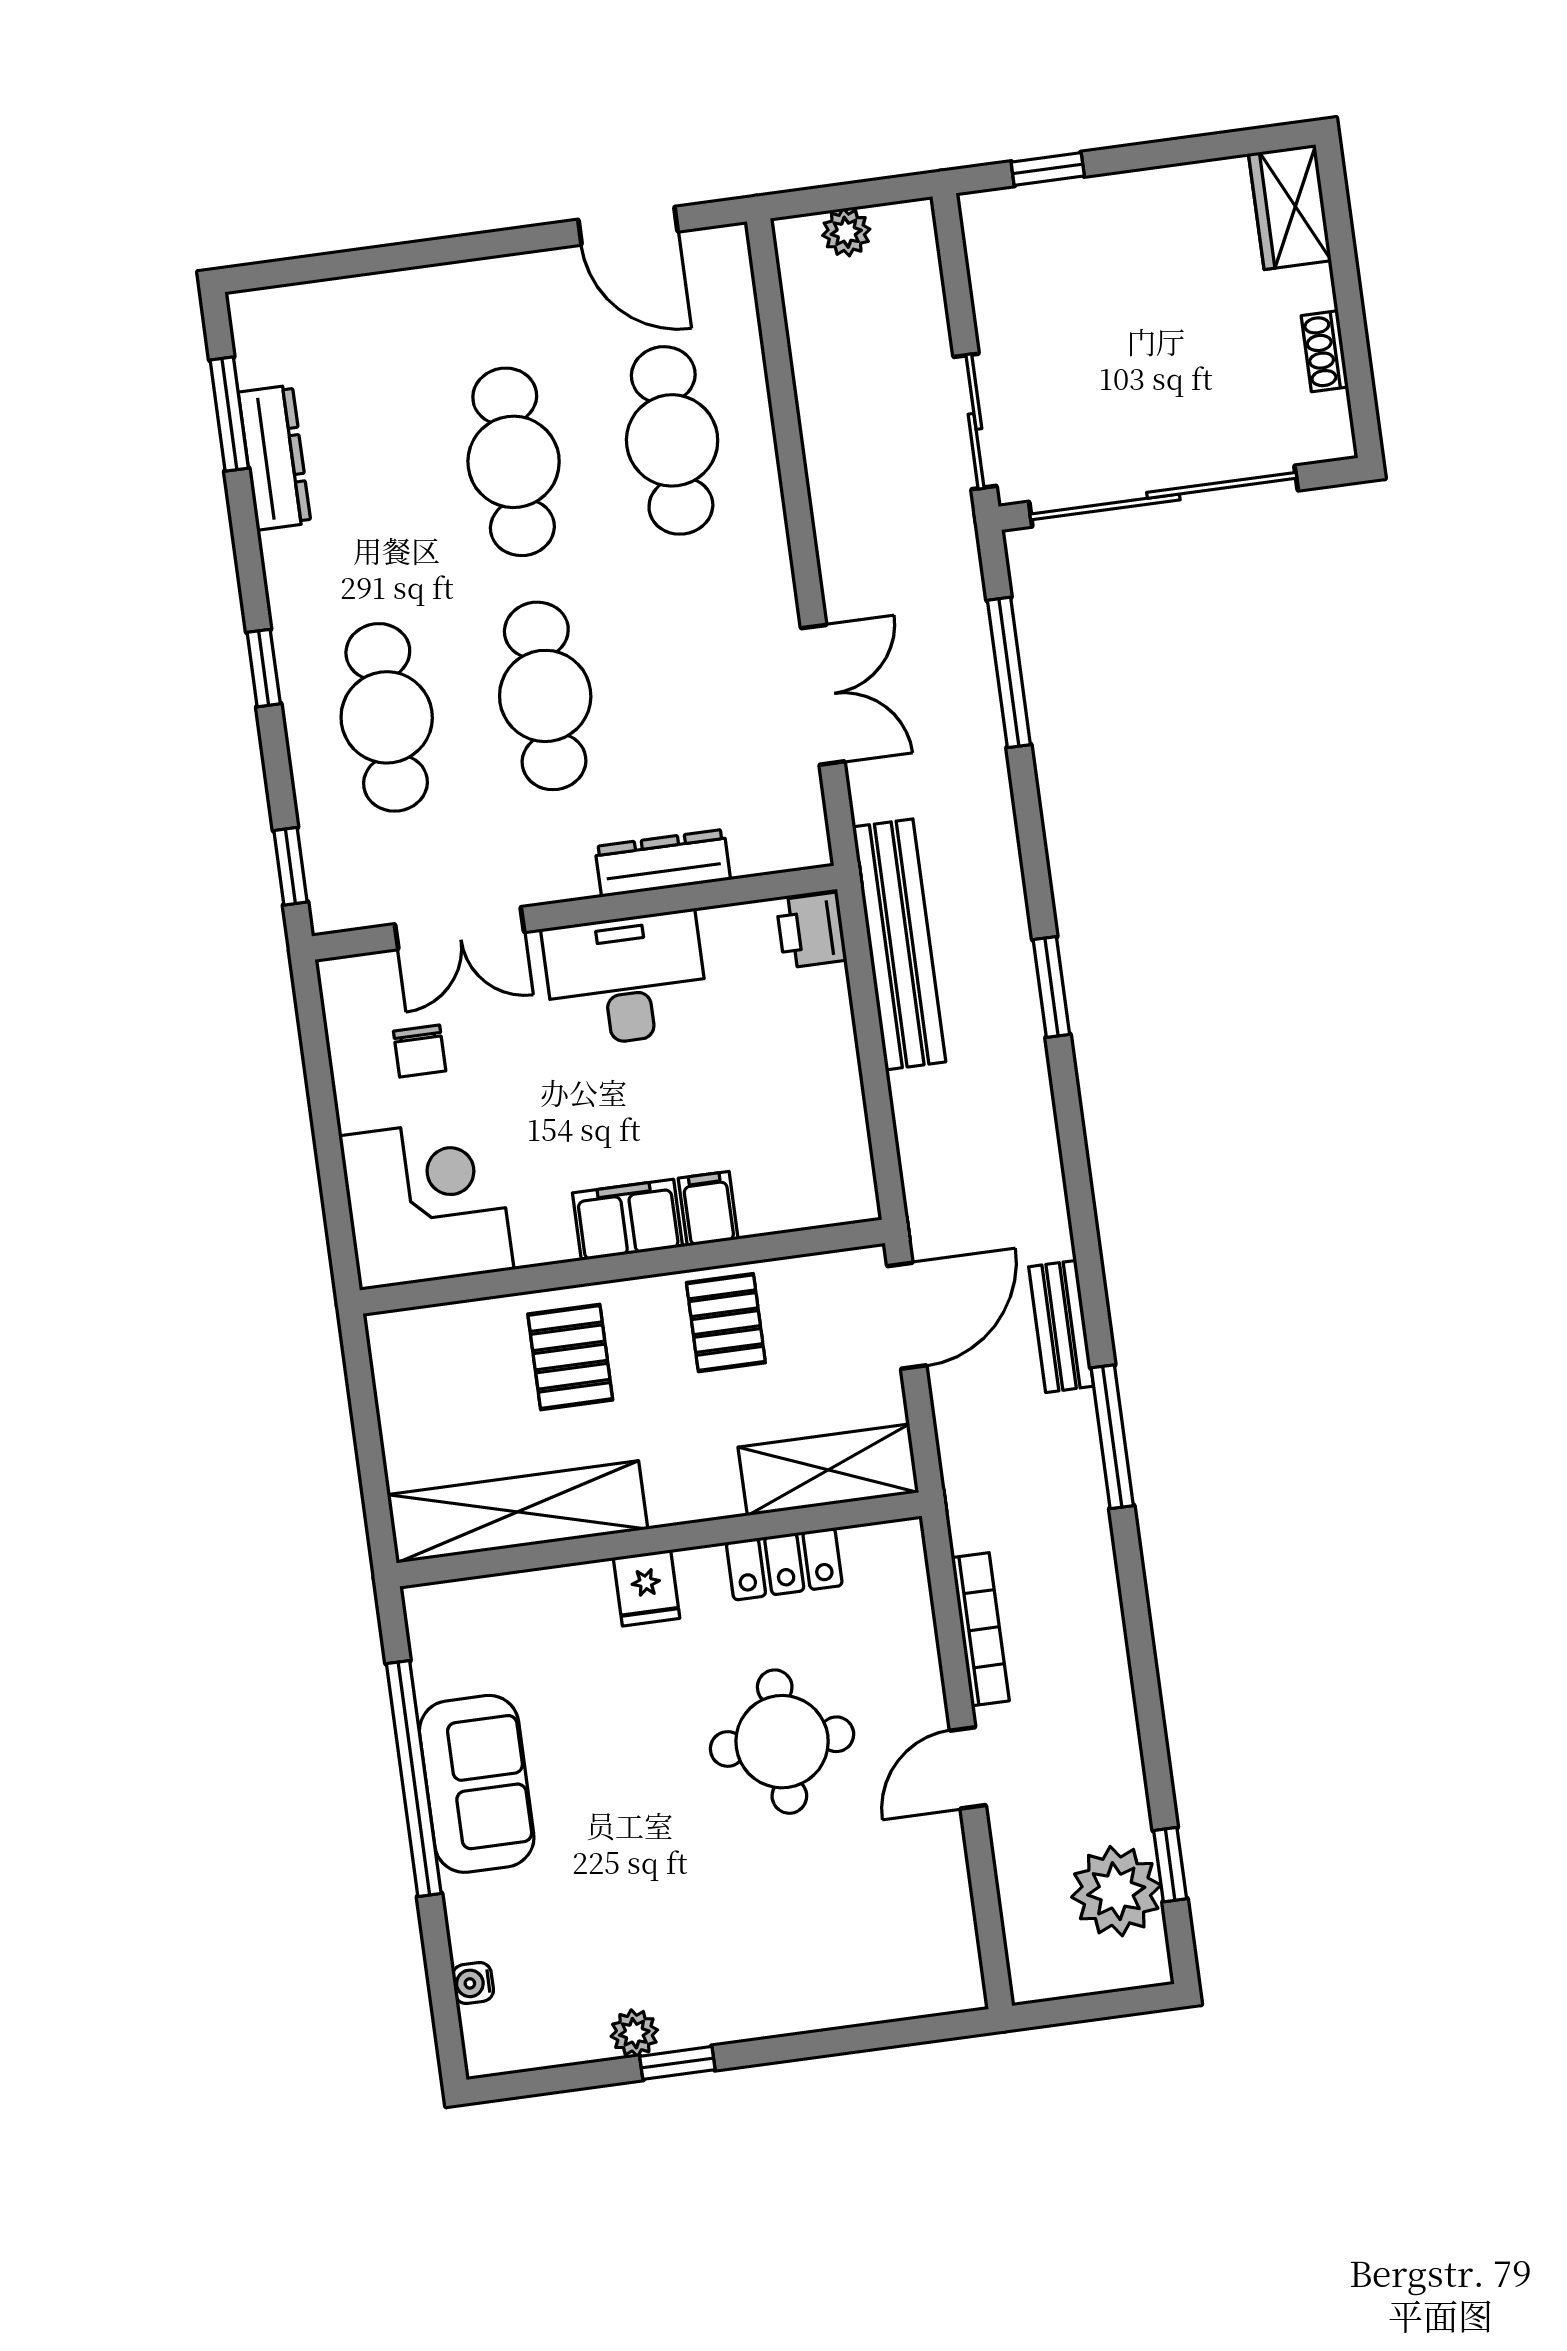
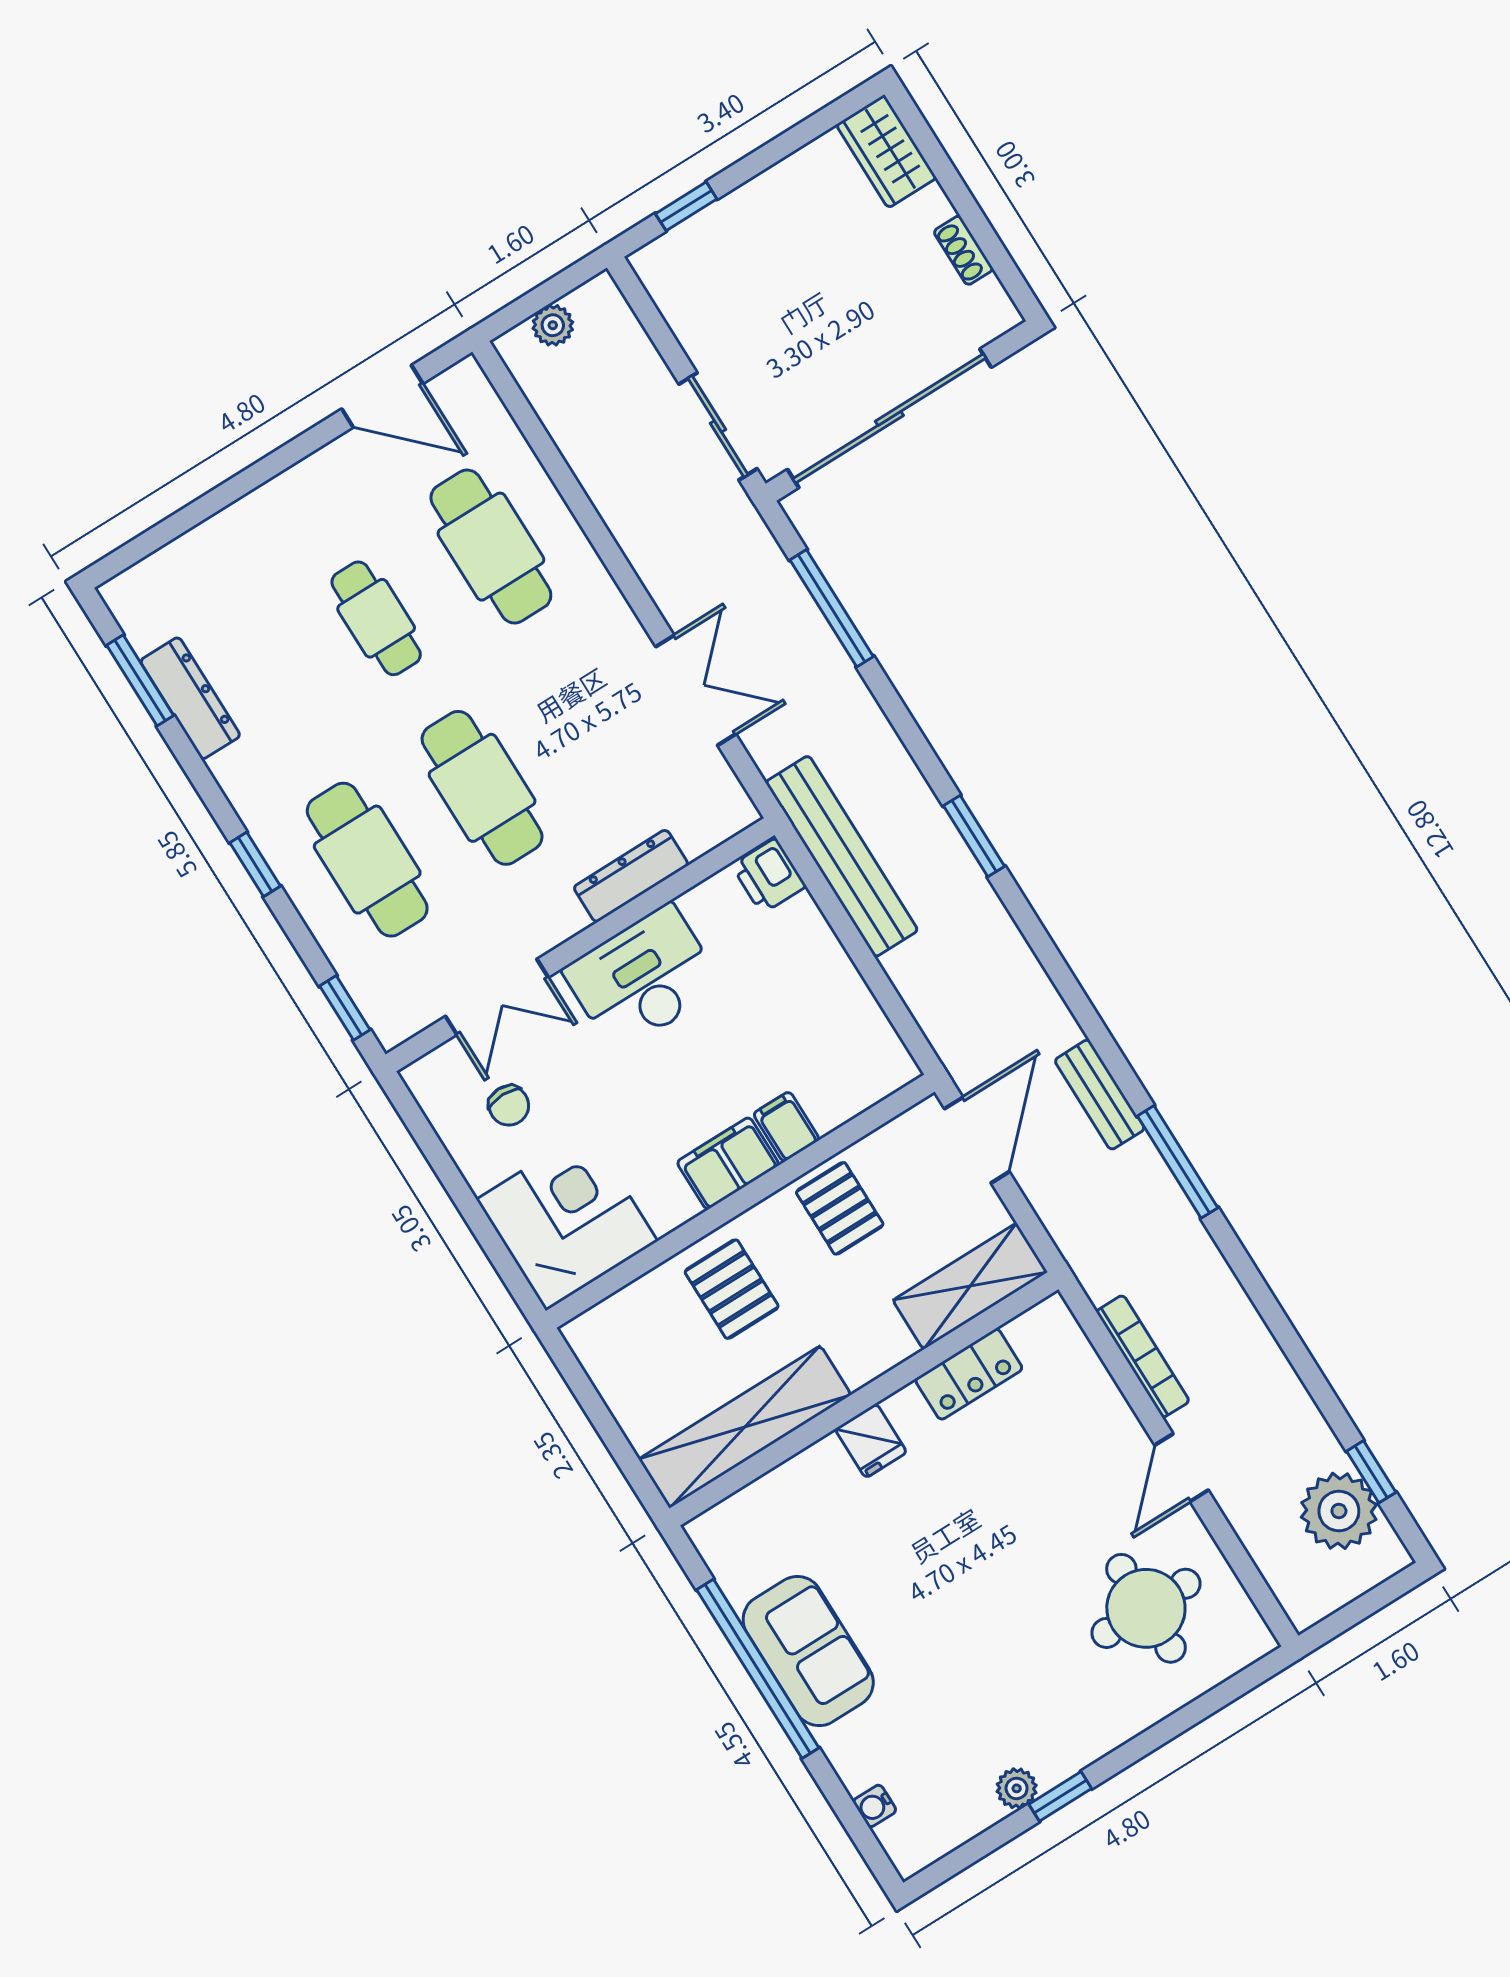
cafe table: (514, 462) -> (376, 618), width x0.73, depth x0.74
round table: (782, 1742) -> (1146, 1608), moved

